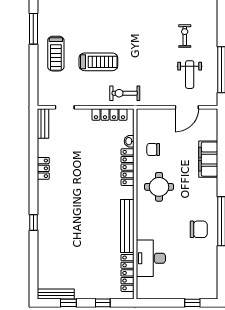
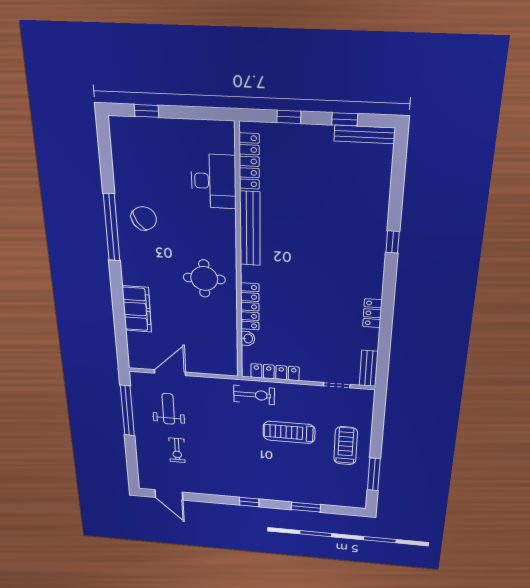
chair: (153, 150) -> (214, 326), removed
chair: (199, 229) -> (144, 218), turned 147

